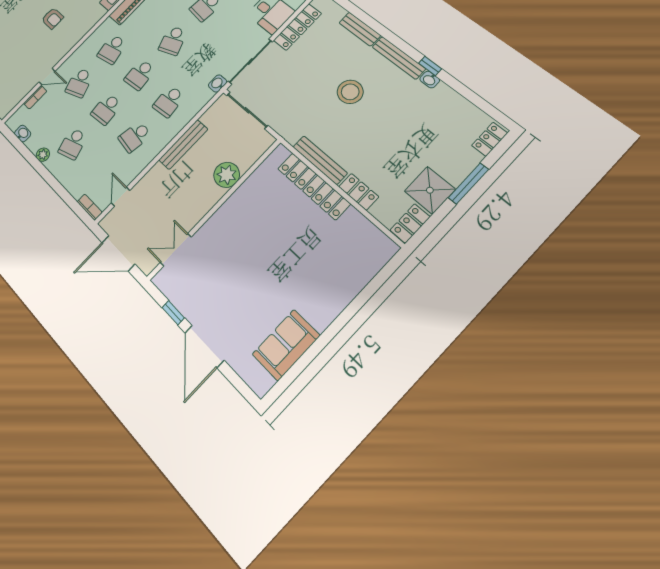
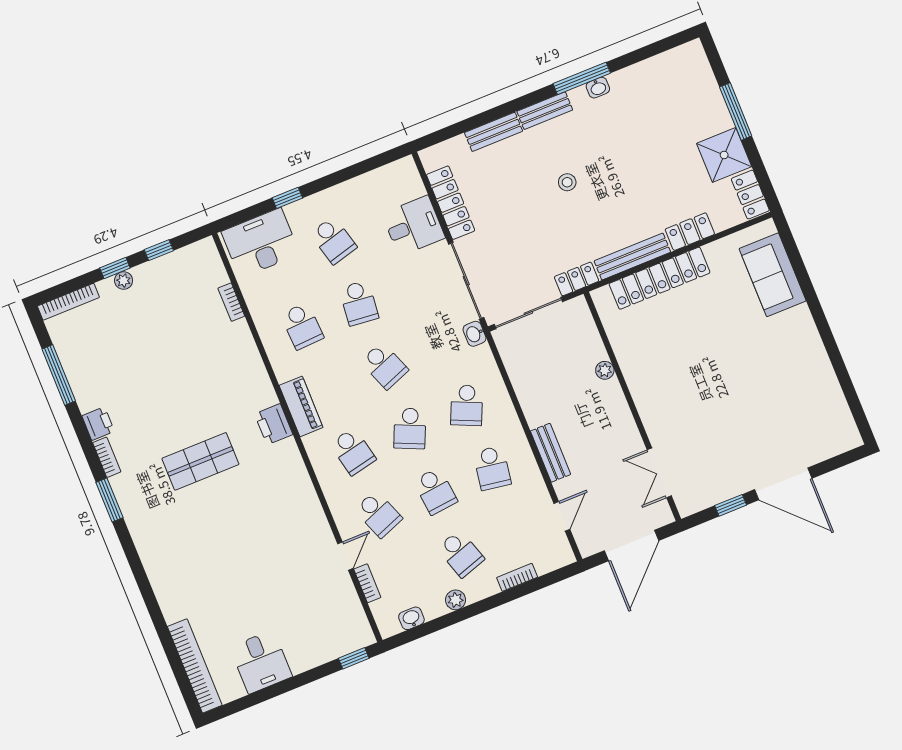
armchair: (53, 18) -> (260, 518), removed
bench: (399, 58) -> (545, 111), width x0.73
window: (430, 66) -> (582, 78), width x2.17
school desk: (140, 75) -> (410, 428), turned 30
stool: (350, 92) -> (567, 182), width x0.53, depth x0.53
school desk: (169, 101) -> (467, 405), turned 30
locker: (490, 139) -> (577, 279), moved, turned 90
bench: (183, 145) -> (551, 453), moved, width x0.73
plant: (227, 175) -> (605, 370), width x0.53, depth x0.53
door: (120, 197) -> (562, 516), swing flipped
bookcase: (90, 207) -> (517, 577), moved
sofa: (286, 345) -> (773, 275), moved

